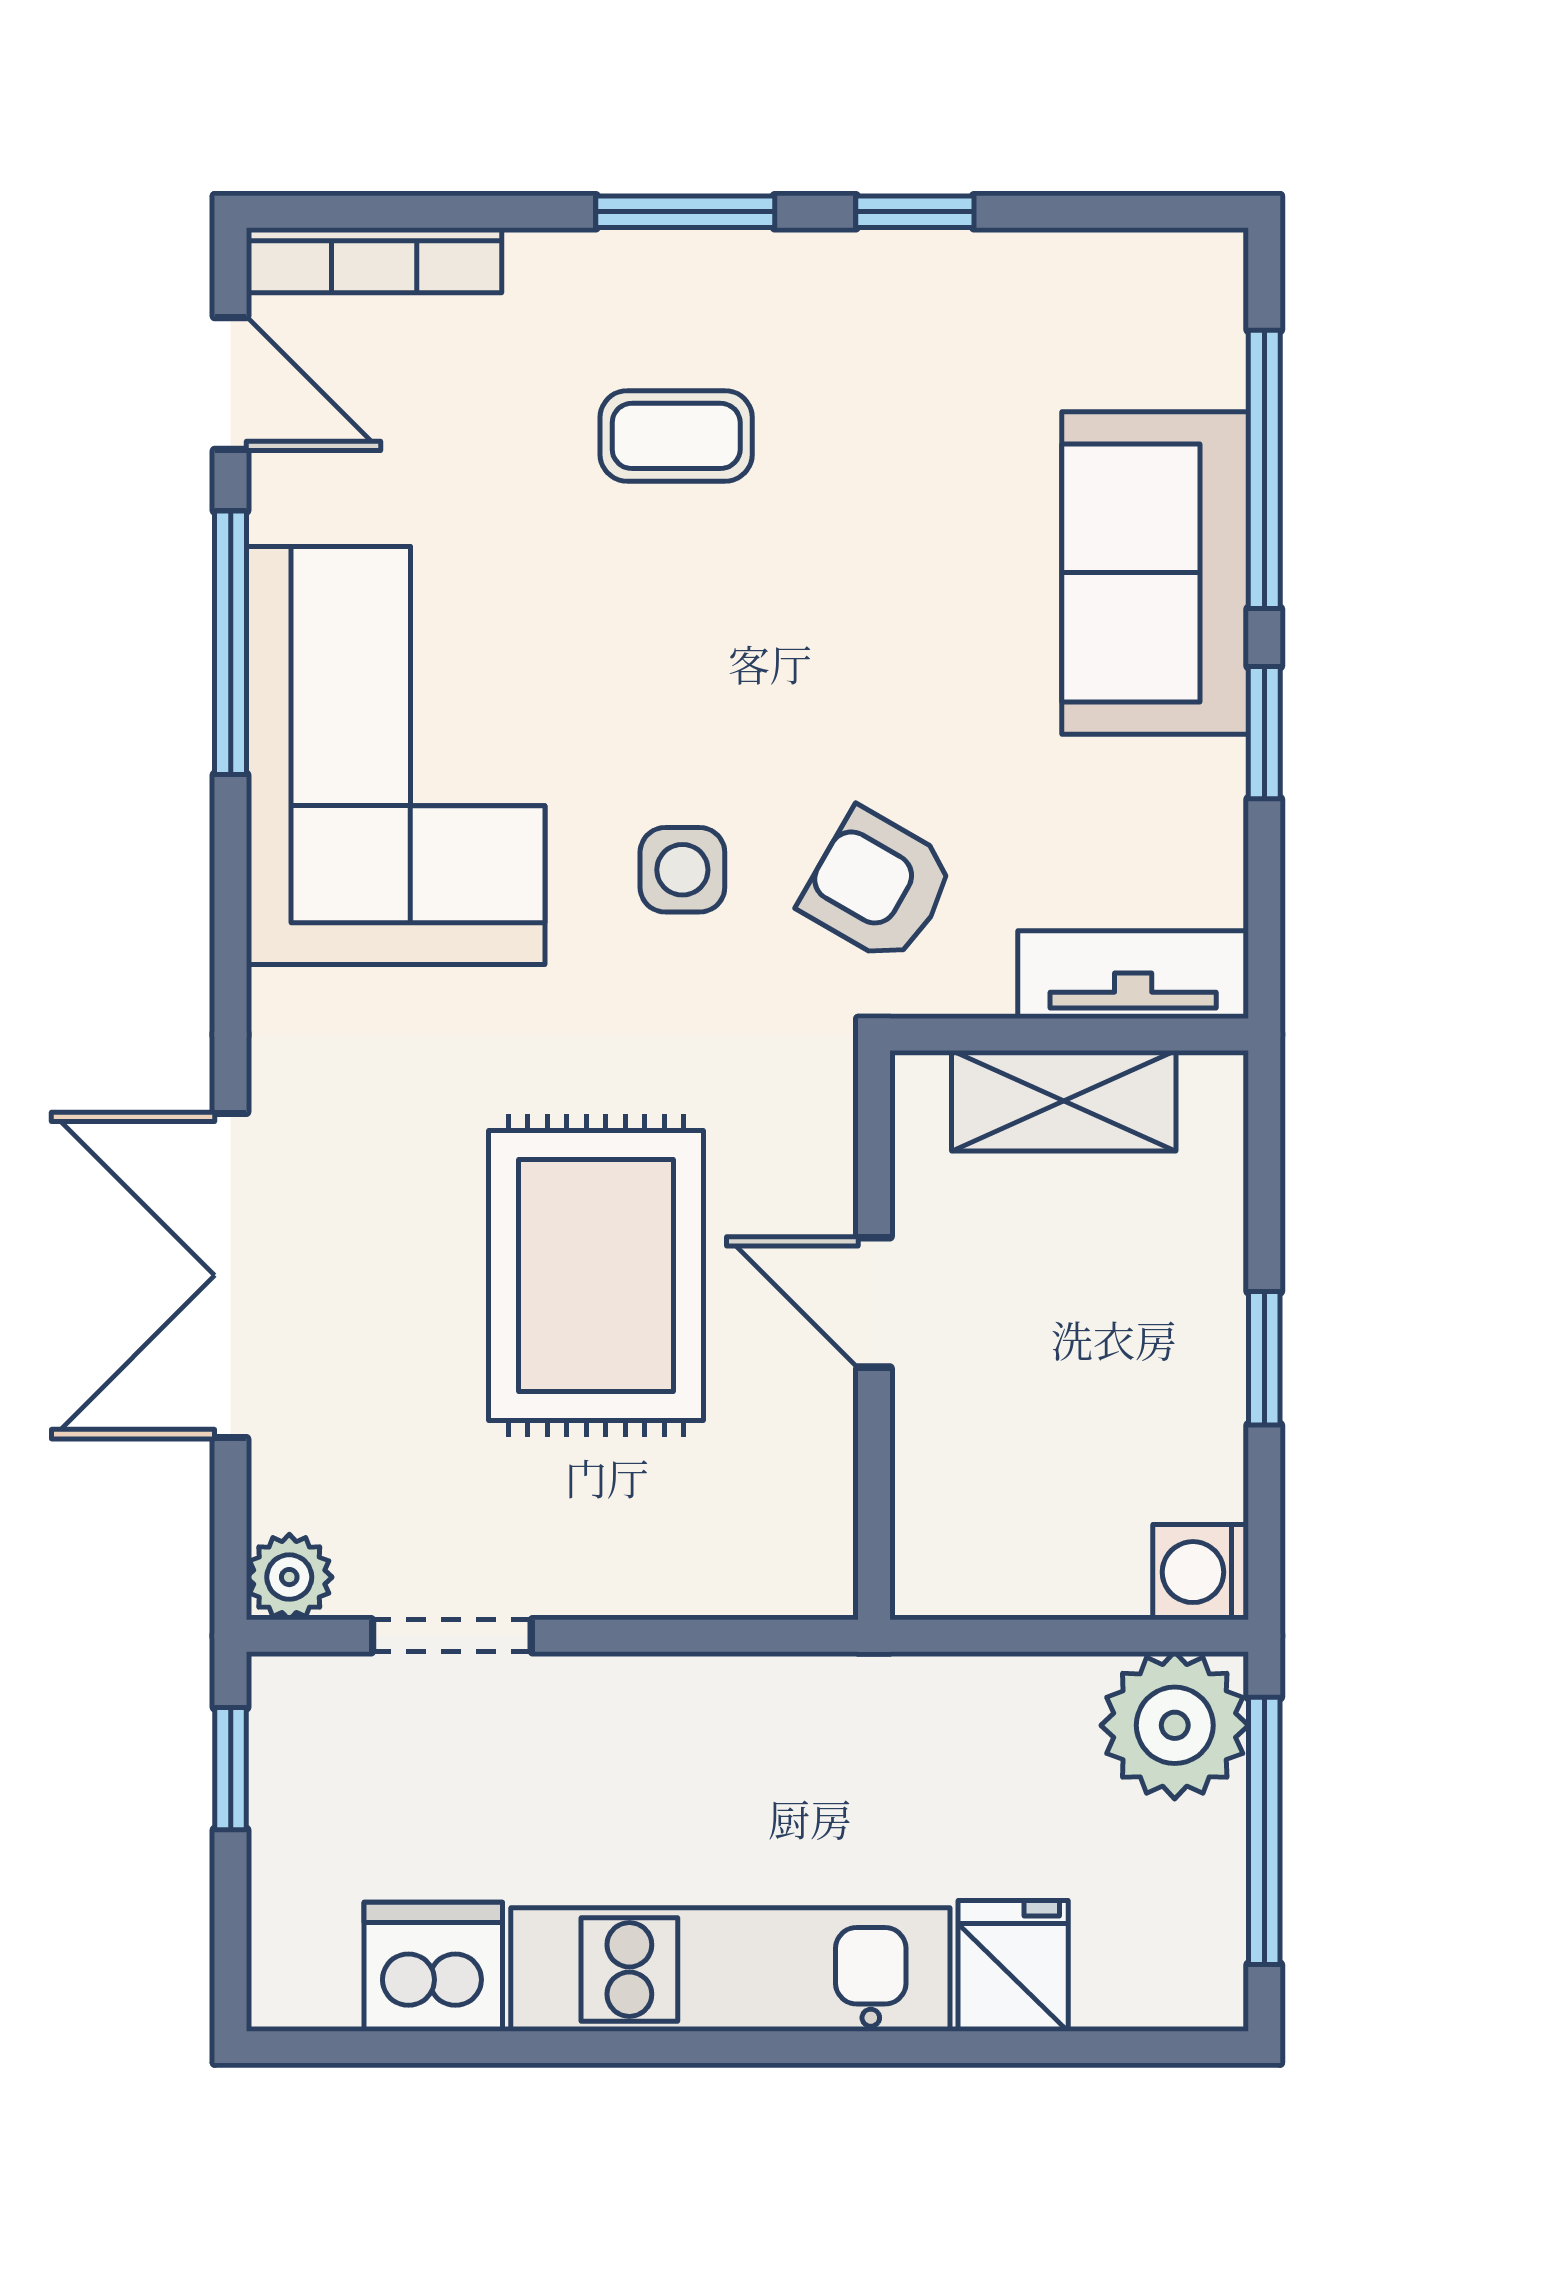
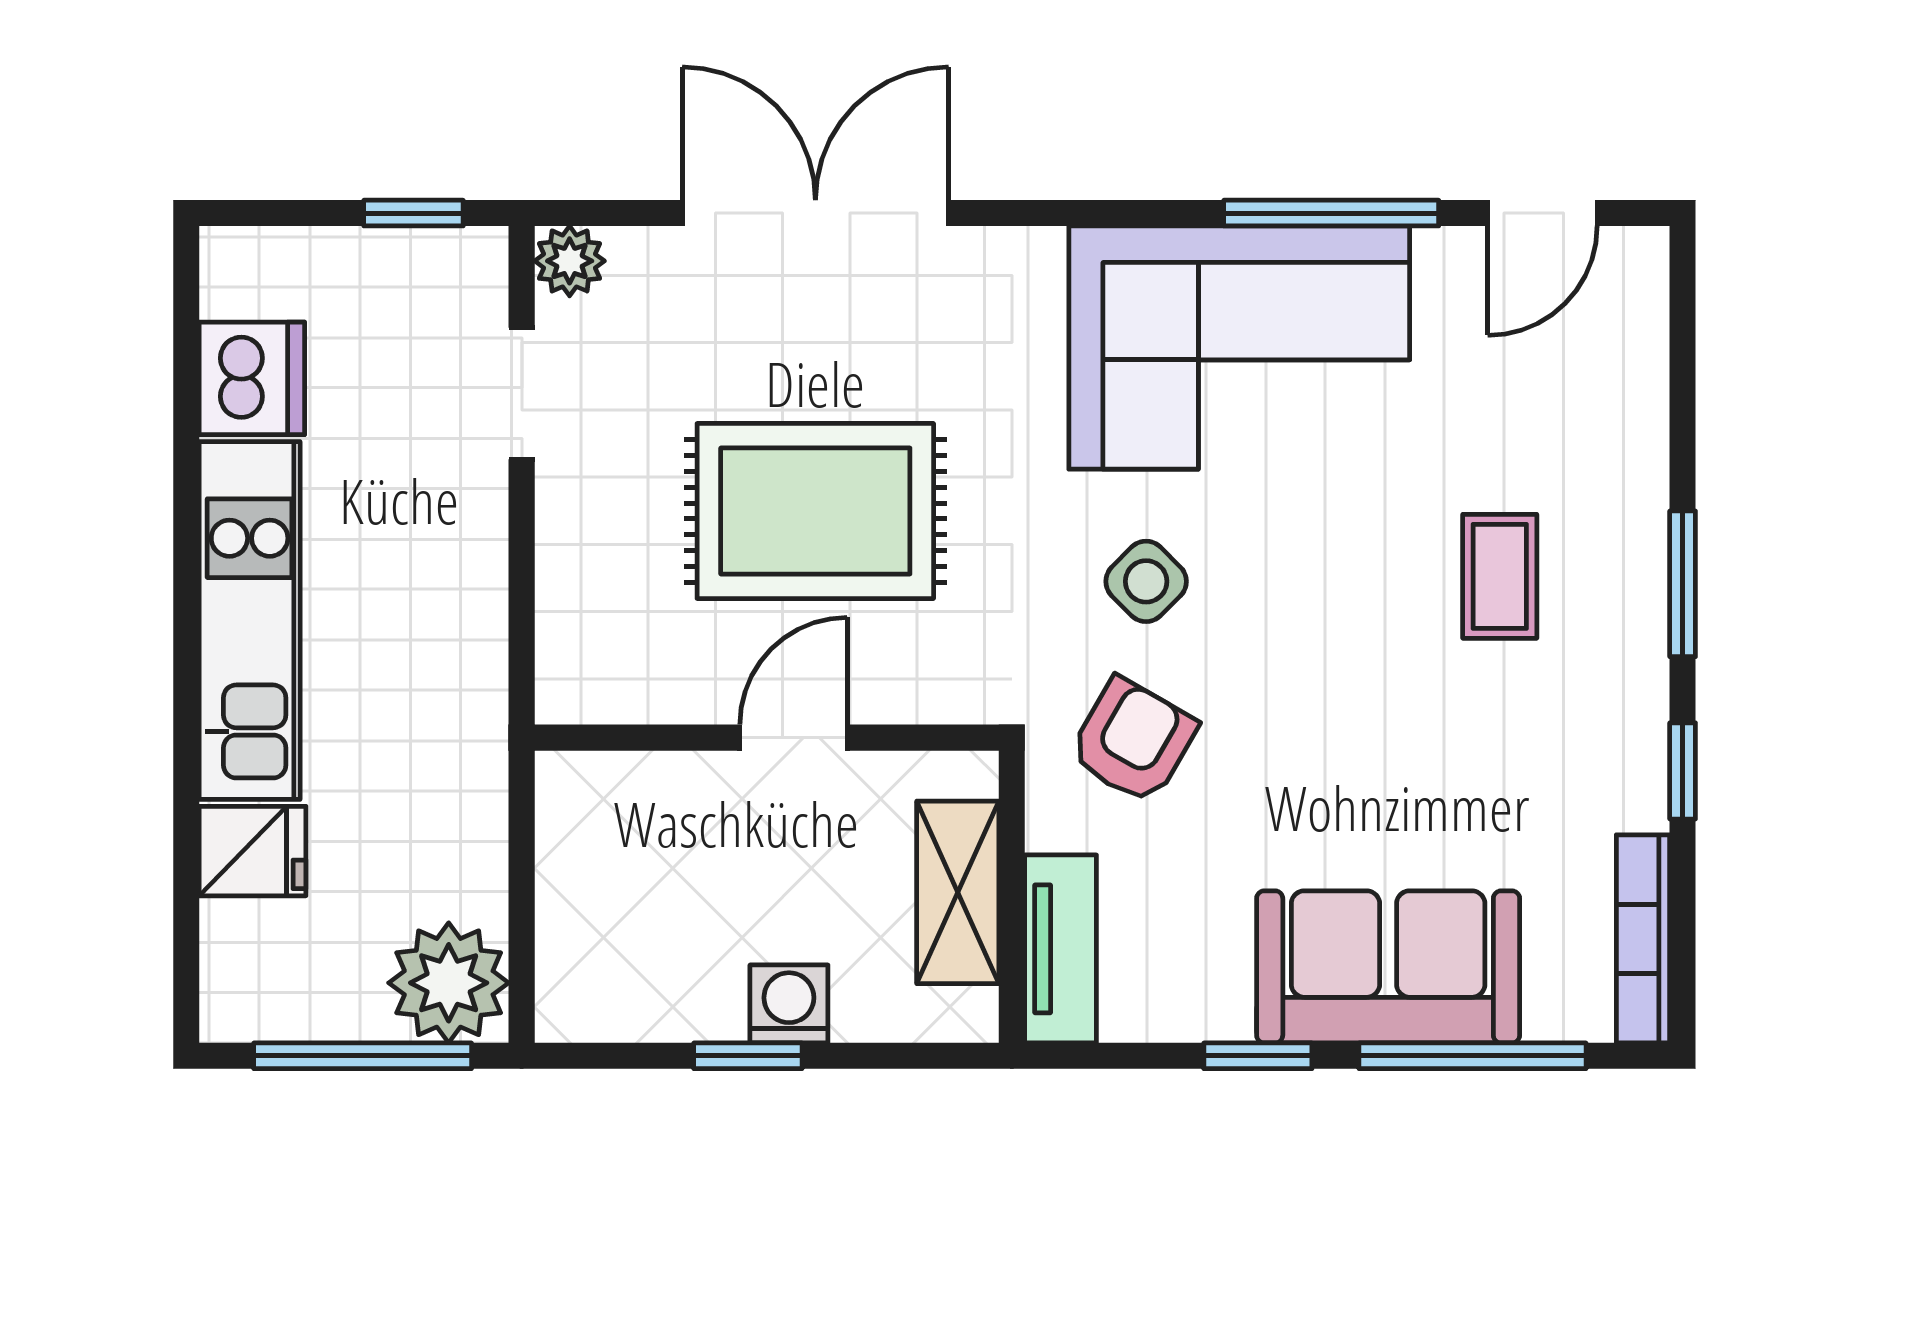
bookcase: (374, 260) -> (1643, 939), moved
side table: (682, 870) -> (1146, 581), turned 45
washing machine: (1201, 1572) -> (789, 1004), moved

